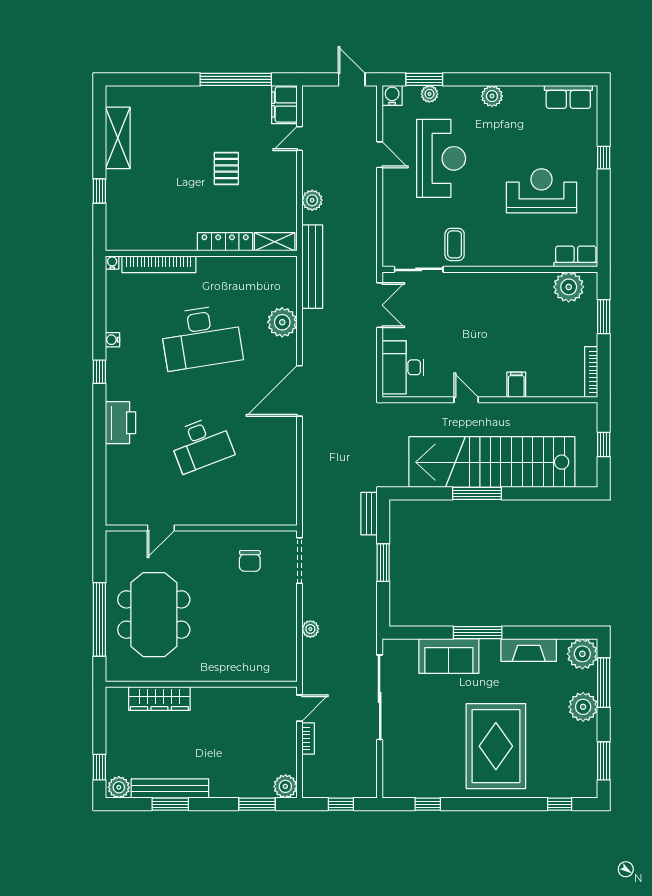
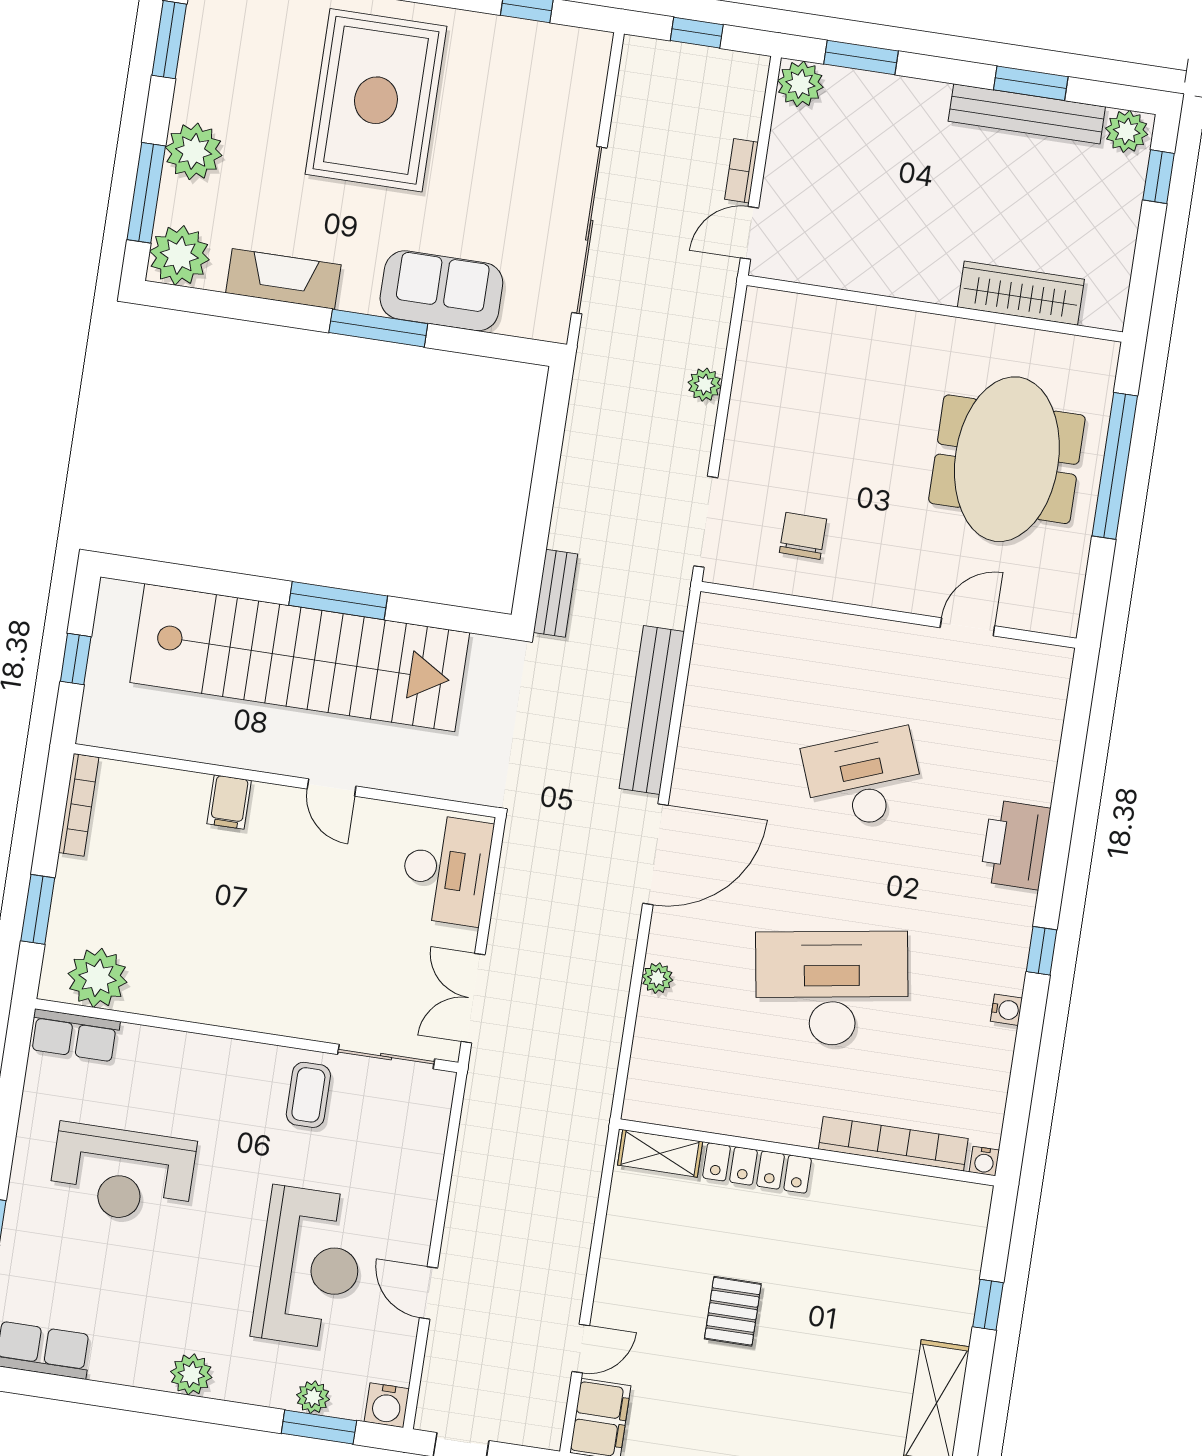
reception desk: (441, 158) -> (309, 1267), turned 180
plant: (312, 200) -> (574, 1224), removed
bench: (312, 267) -> (652, 710), moved
plant: (282, 322) -> (657, 978), width x0.53, depth x0.53
window: (383, 563) -> (542, 493), removed

